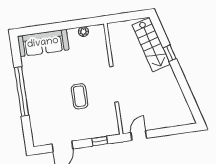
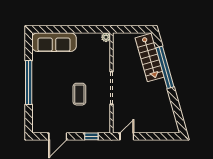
plant: (83, 32) -> (106, 37), moved
window: (170, 53) -> (165, 67), width x3.17

